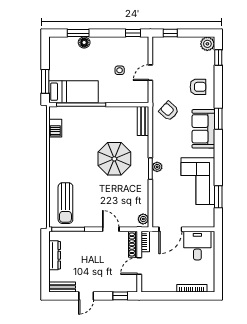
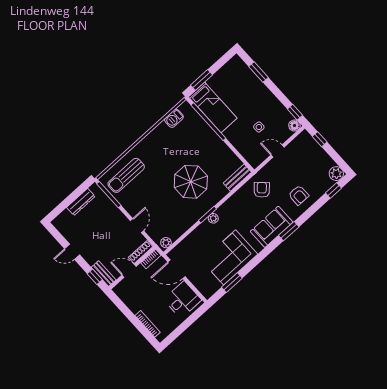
floor lamp: (84, 42) -> (295, 125), moved
bench: (62, 287) -> (104, 274), moved

